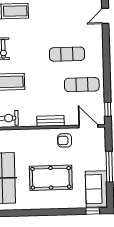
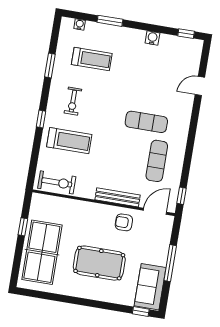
exercise mat: (82, 85) -> (157, 161), turned 90
bench: (50, 121) -> (118, 197), width x1.36
door: (88, 126) -> (155, 211), hinge flipped

